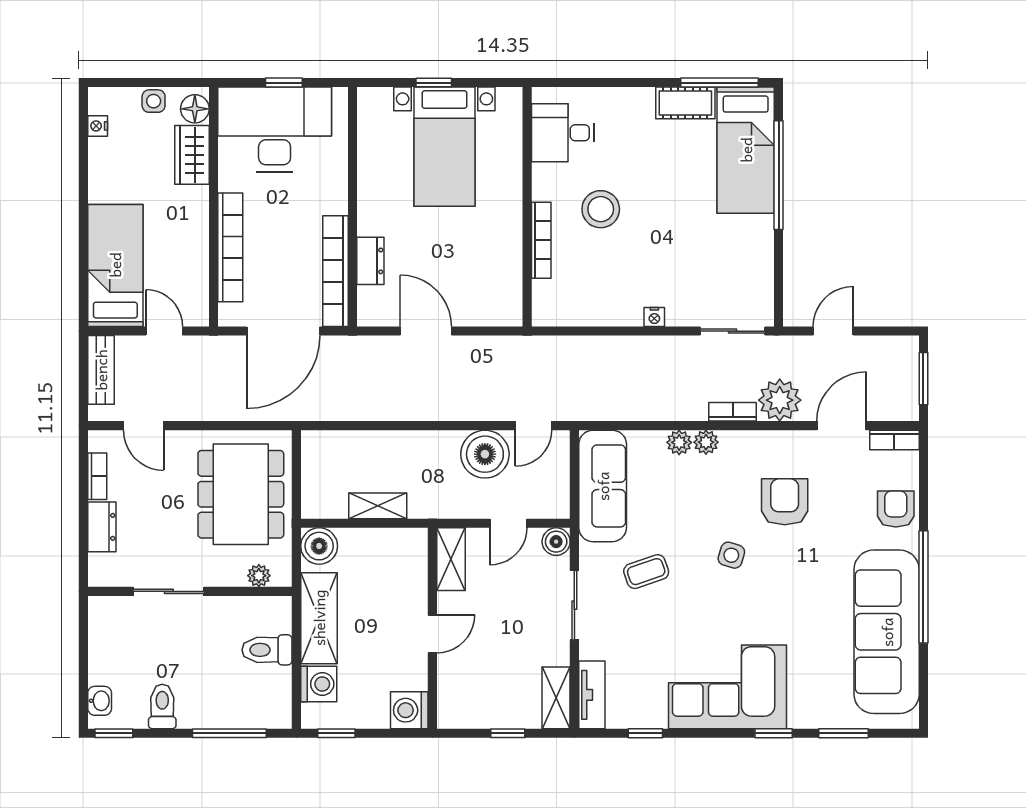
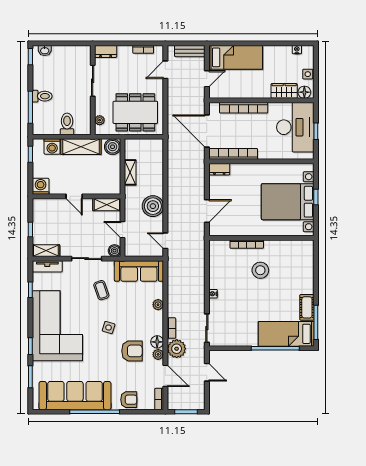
desk: (563, 133) -> (294, 254), removed
bed with nightstands: (444, 147) -> (288, 202), width x1.36
dresser: (370, 261) -> (219, 169), moved
door: (426, 331) -> (207, 211), moved
plant: (706, 442) -> (158, 354), moved
floor lamp: (764, 444) -> (157, 342), added
boiler: (485, 454) -> (153, 206), moved
dresser: (102, 527) -> (106, 51), moved
corner sofa: (727, 687) -> (57, 326), width x1.36, depth x1.36
toilet: (162, 707) -> (42, 96), moved

